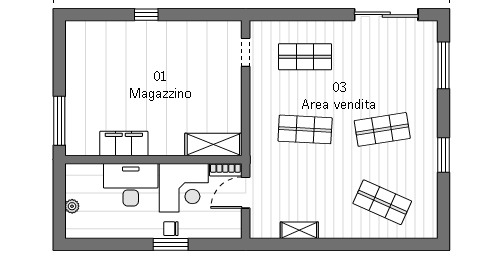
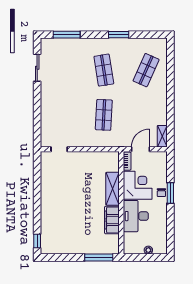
window: (146, 15) -> (37, 241), moved
sliding door: (386, 15) -> (37, 68), width x0.73
shop shelf: (305, 57) -> (62, 115), removed
shelving: (213, 144) -> (113, 189), moved
door: (246, 193) -> (140, 149), swing flipped
shelving: (299, 230) -> (162, 136), moved

